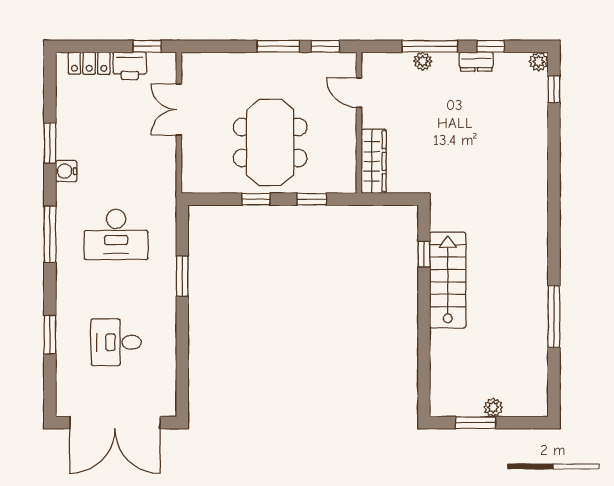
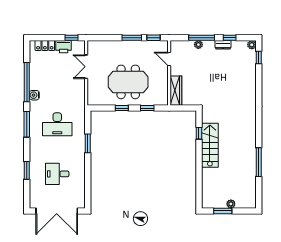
meeting table: (270, 142) -> (128, 82), turned 90
window: (50, 143) -> (27, 82), width x2.11

